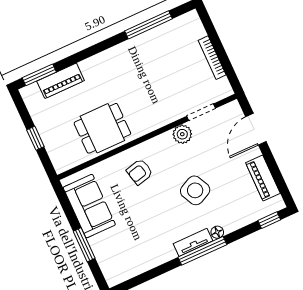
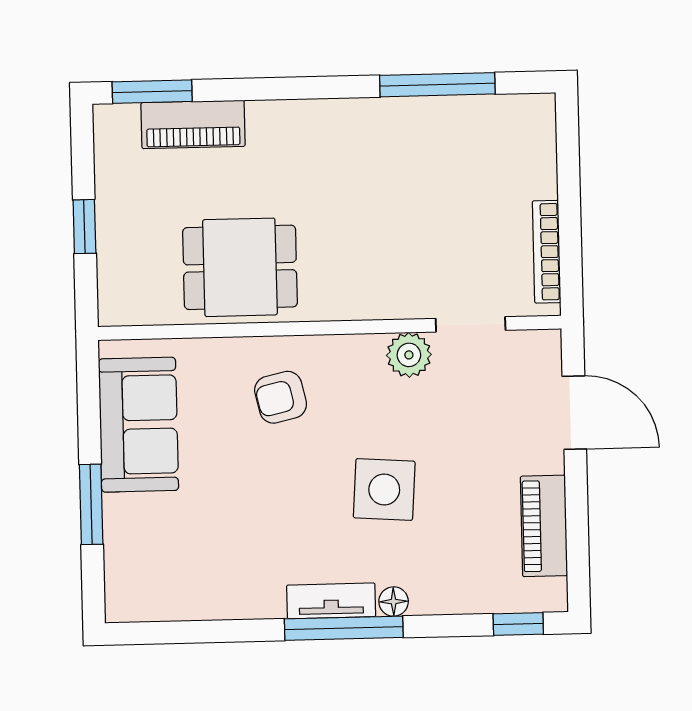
bookcase: (212, 58) -> (547, 252), moved
door: (256, 129) -> (574, 413), swing flipped
side table: (195, 190) -> (384, 490), turned 30

